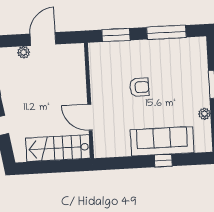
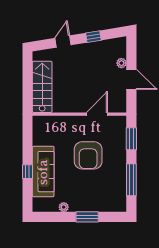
armchair: (139, 87) -> (88, 155), width x1.88, depth x1.88
door: (90, 117) -> (97, 114), moved

